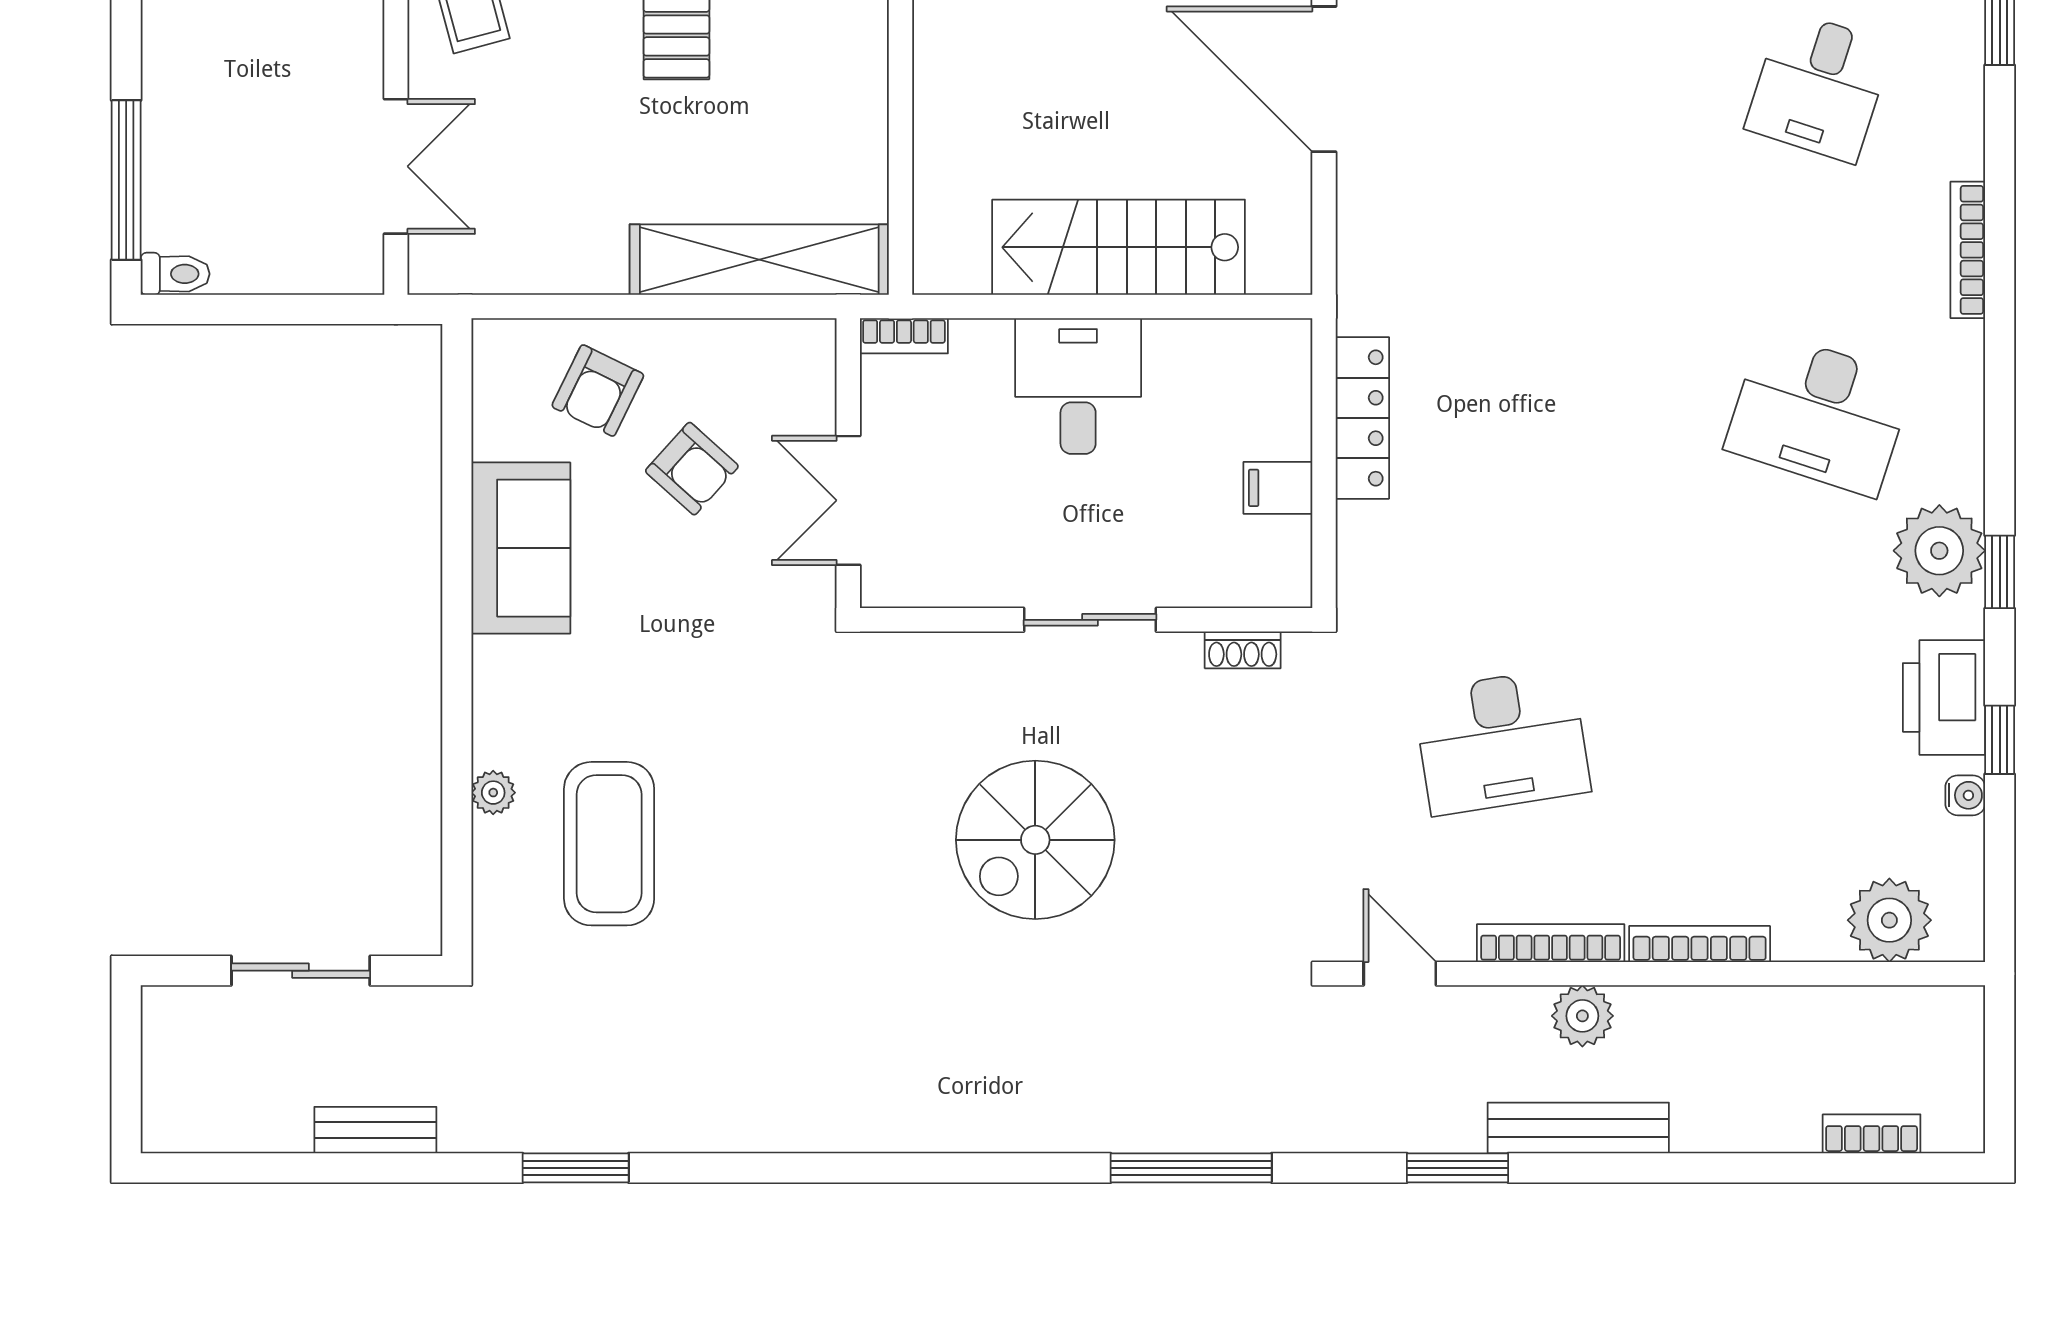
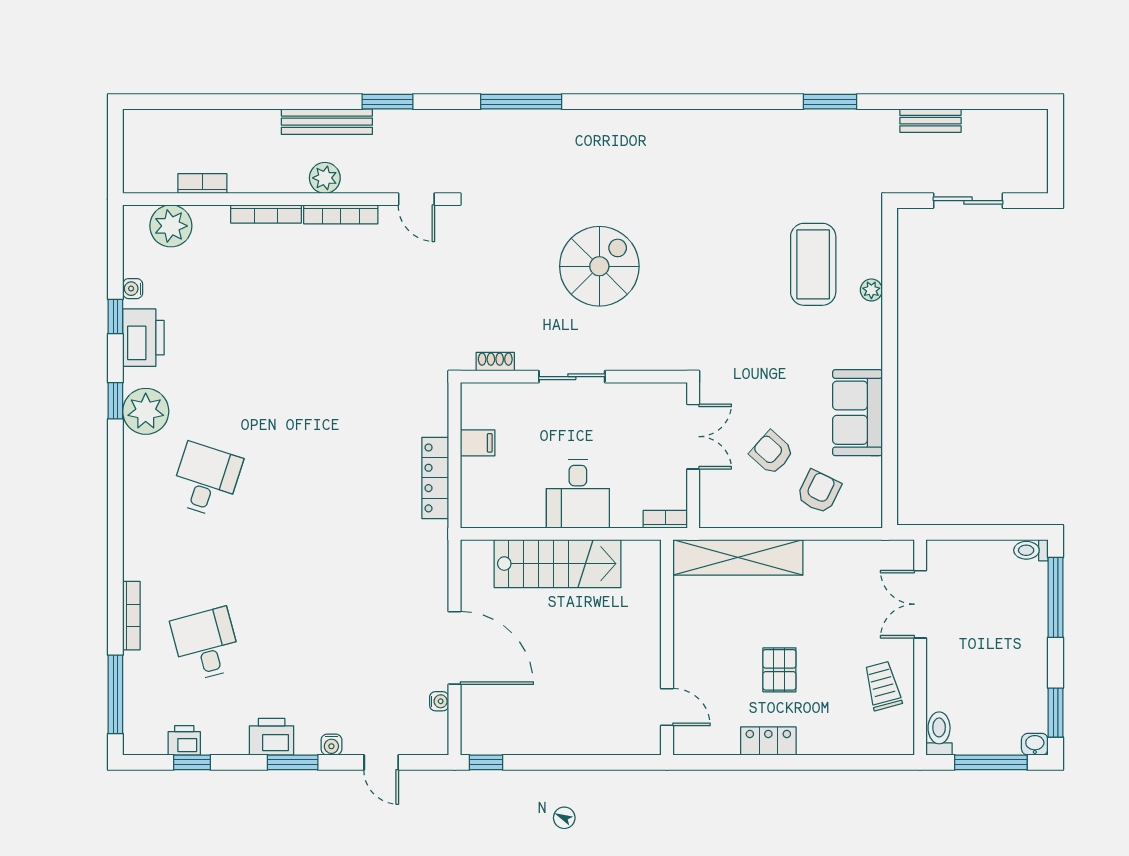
desk: (1819, 86) -> (206, 644), turned -33
bookcase: (1968, 250) -> (131, 616), moved
desk: (1819, 414) -> (206, 480), width x0.73
desk: (1502, 741) -> (365, 316), removed
bookcase: (1872, 1134) -> (202, 184), moved, turned 180

